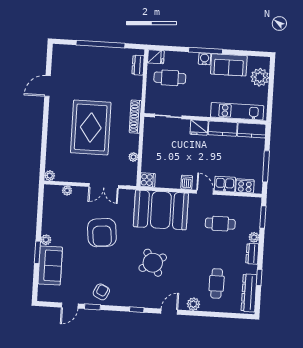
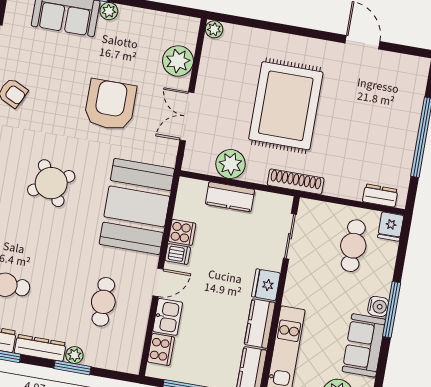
rug: (91, 128) -> (286, 106), turned 90
kitchen counter: (149, 155) -> (230, 197), added
plant: (133, 157) -> (231, 164), width x1.88, depth x1.88
cooker: (148, 180) -> (182, 232), moved, turned -90
plant: (67, 191) -> (178, 61), width x1.87, depth x1.87
window: (263, 217) -> (72, 368), moved
armchair: (102, 233) -> (110, 105), turned 96
dresser: (252, 254) -> (40, 348), width x1.44

